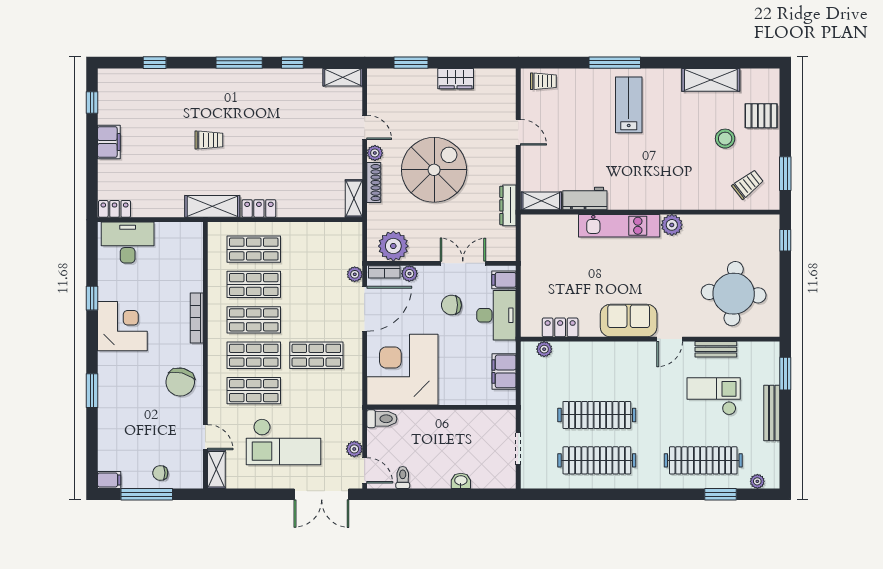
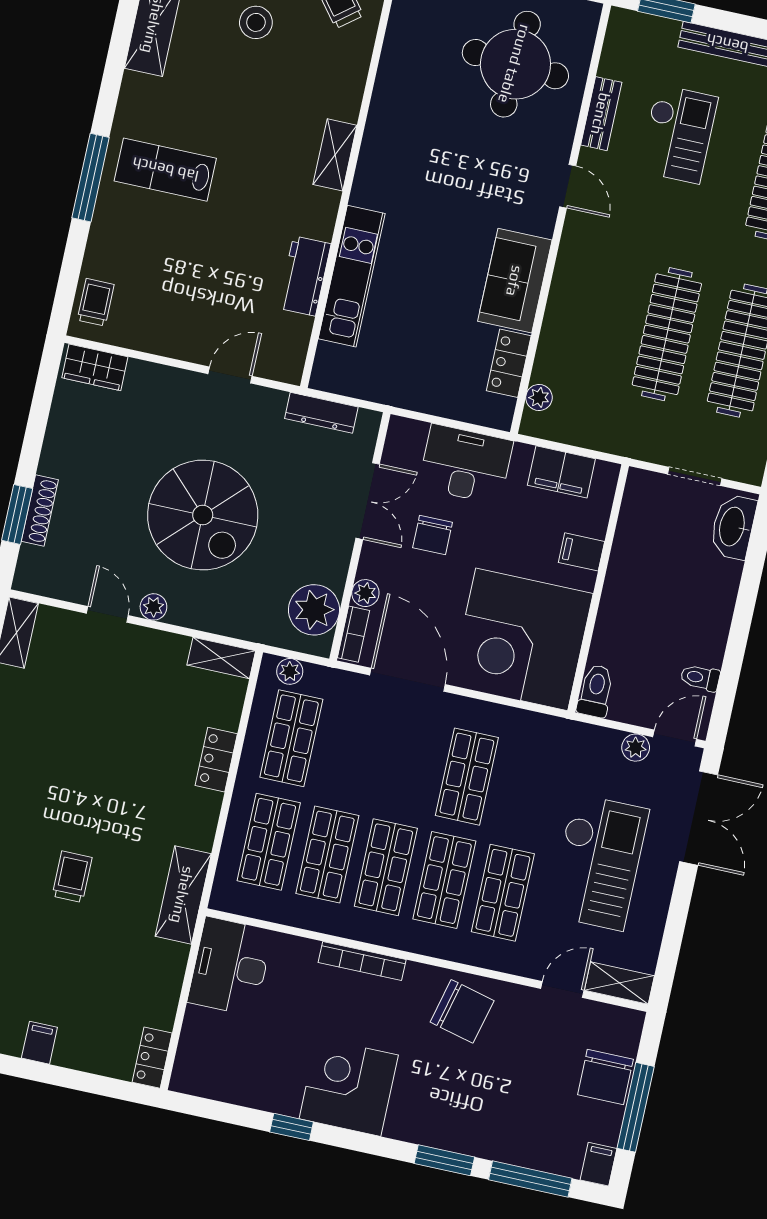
wardrobe: (456, 79) -> (95, 367), moved, turned 90
door: (365, 127) -> (107, 614), hinge flipped
door: (518, 132) -> (230, 375), moved
filing cabinet: (109, 142) -> (39, 1043), width x0.50
spiral stairs: (434, 170) -> (203, 515), turned 180
shoe rack: (374, 183) -> (40, 510), moved, turned 90
shelving: (541, 201) -> (335, 155), moved
dresser: (508, 205) -> (321, 413), moved
locker: (259, 208) -> (216, 760), moved
plant: (672, 225) -> (380, 142), removed
kitchen unit: (619, 226) -> (352, 276), moved
desk: (128, 243) -> (230, 966), moved
shop shelf: (316, 249) -> (291, 738), added
double door: (463, 263) -> (368, 501), swing flipped
plant: (355, 274) -> (290, 671), moved
filing cabinet: (504, 280) -> (581, 552), moved, turned 90
sofa: (629, 321) -> (515, 281), moved
checkout: (714, 396) -> (678, 134), turned 180
window: (92, 442) -> (530, 1179), added
chair: (160, 473) -> (605, 1077), width x1.87, depth x1.87
washbasin: (461, 481) -> (733, 527), moved, width x1.91, depth x1.45

